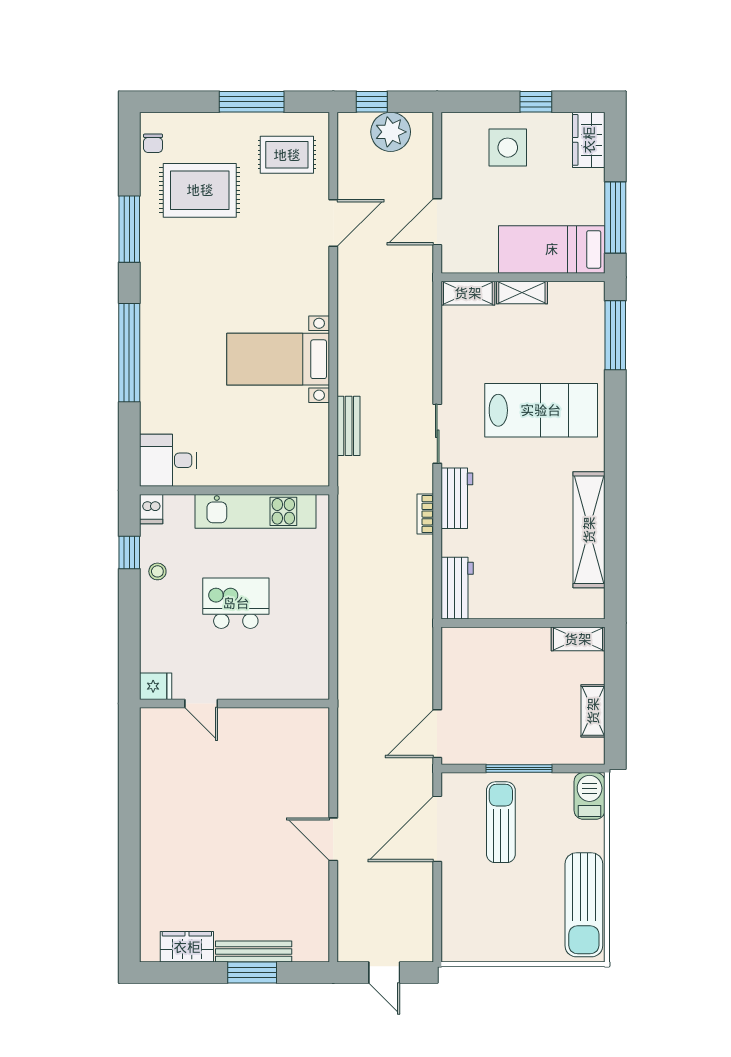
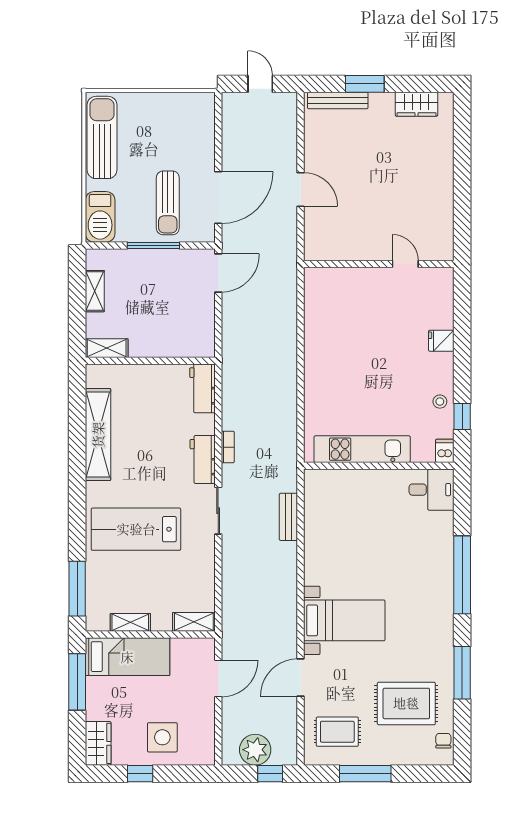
shelving: (522, 293) -> (130, 622), moved
bed with nightstands: (278, 359) -> (344, 620), moved
kitchen island: (236, 603) -> (378, 376), removed
fridge: (156, 686) -> (441, 341), moved
door: (201, 704) -> (405, 264), moved
wall: (234, 704) -> (379, 264), moved
barbecue: (590, 796) -> (100, 217), width x1.37, depth x1.21
bench: (254, 951) -> (338, 100), moved

